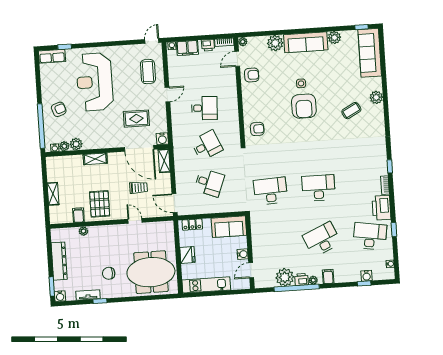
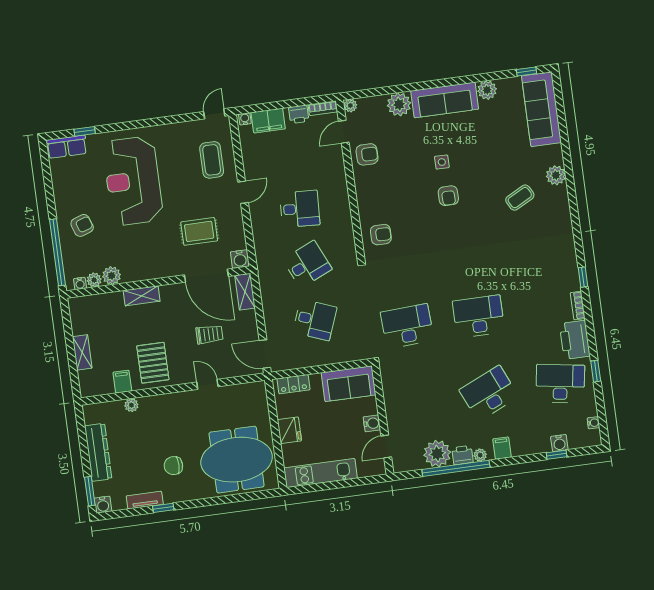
armchair: (304, 106) -> (448, 196), width x0.53, depth x0.53

